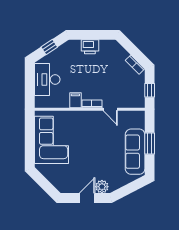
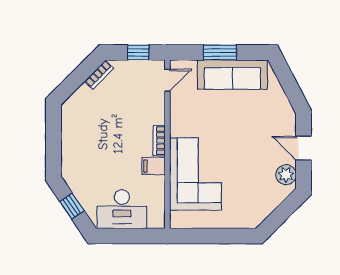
printer: (90, 47) -> (72, 144), removed
door: (110, 109) -> (167, 80), moved
corner sofa: (51, 140) -> (195, 174), moved, turned 90
plant: (102, 187) -> (286, 175), moved

